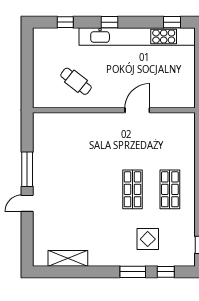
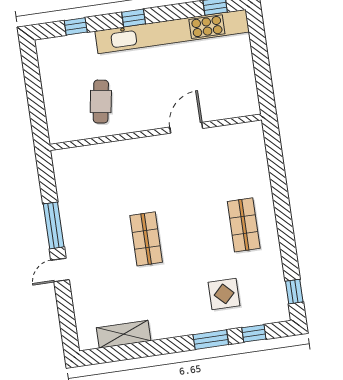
cafe table: (76, 81) -> (101, 102), turned 61
shop shelf: (133, 189) -> (146, 239), moved

